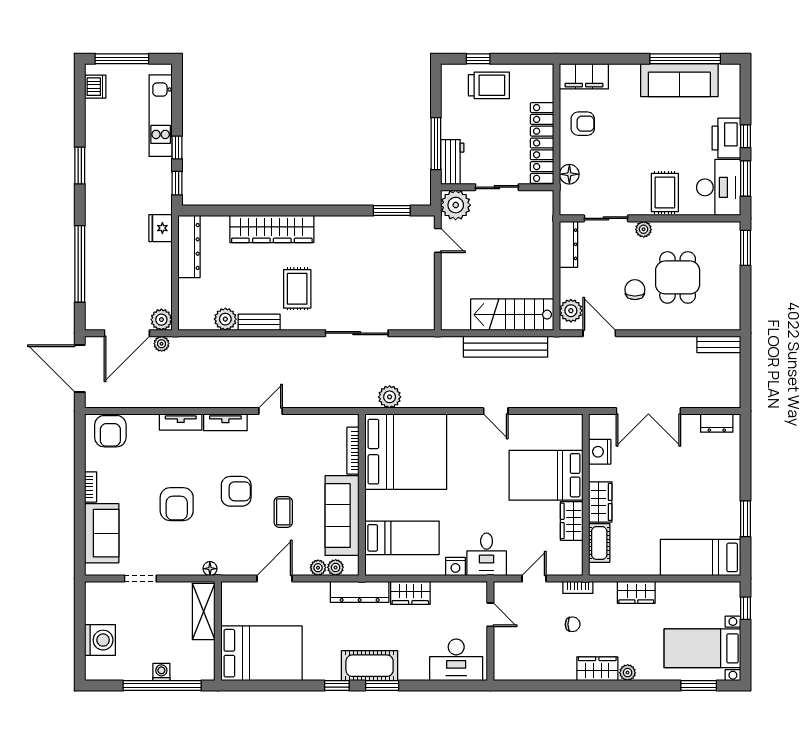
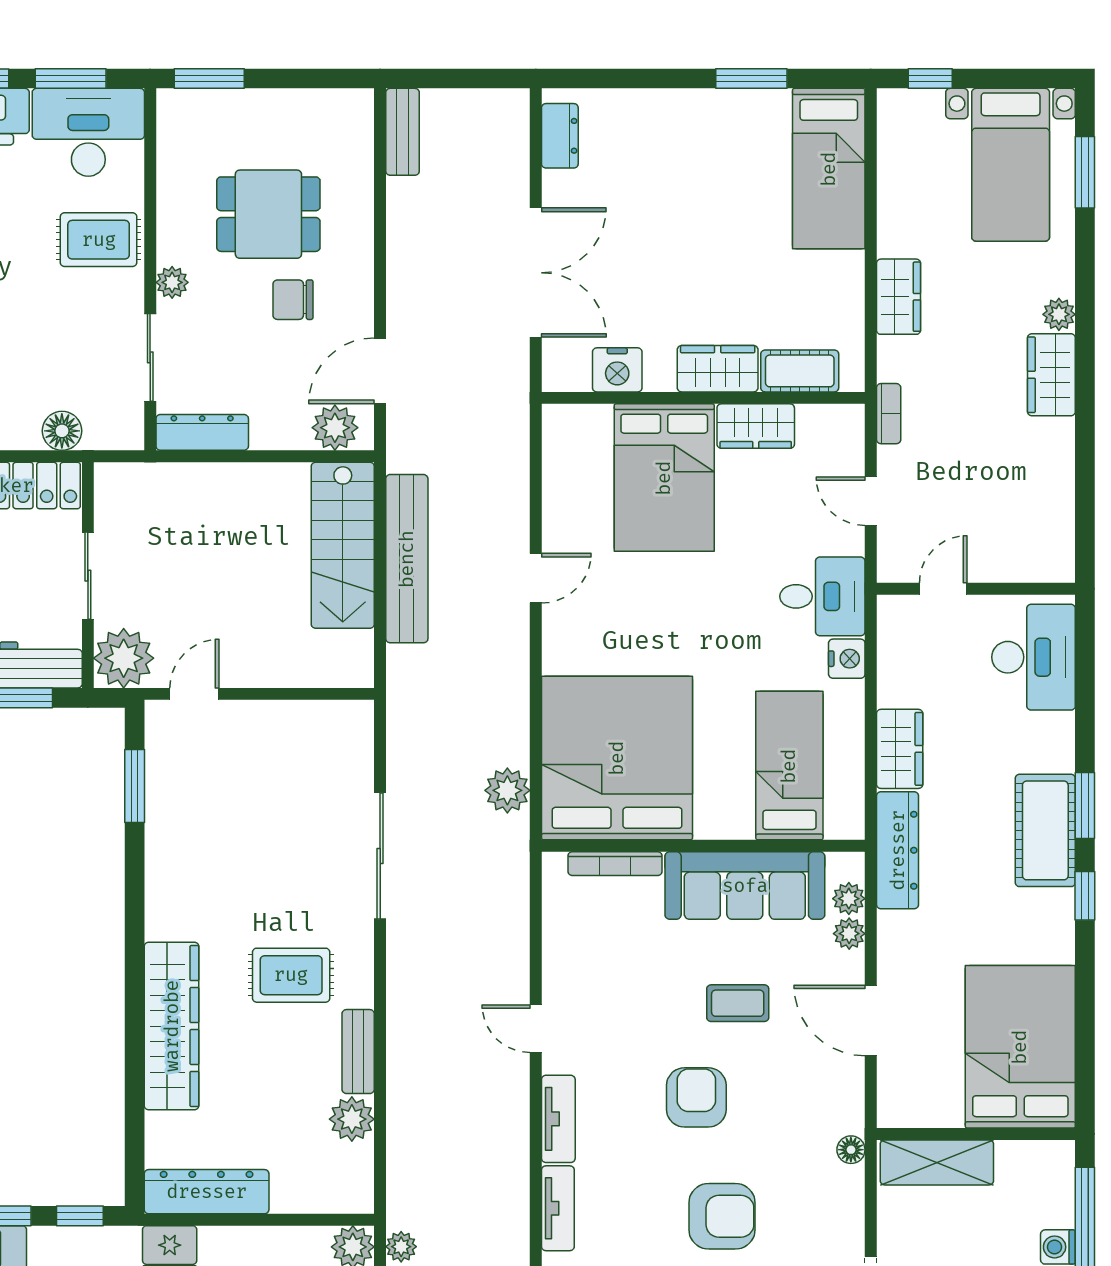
chair: (573, 624) -> (962, 424), removed

